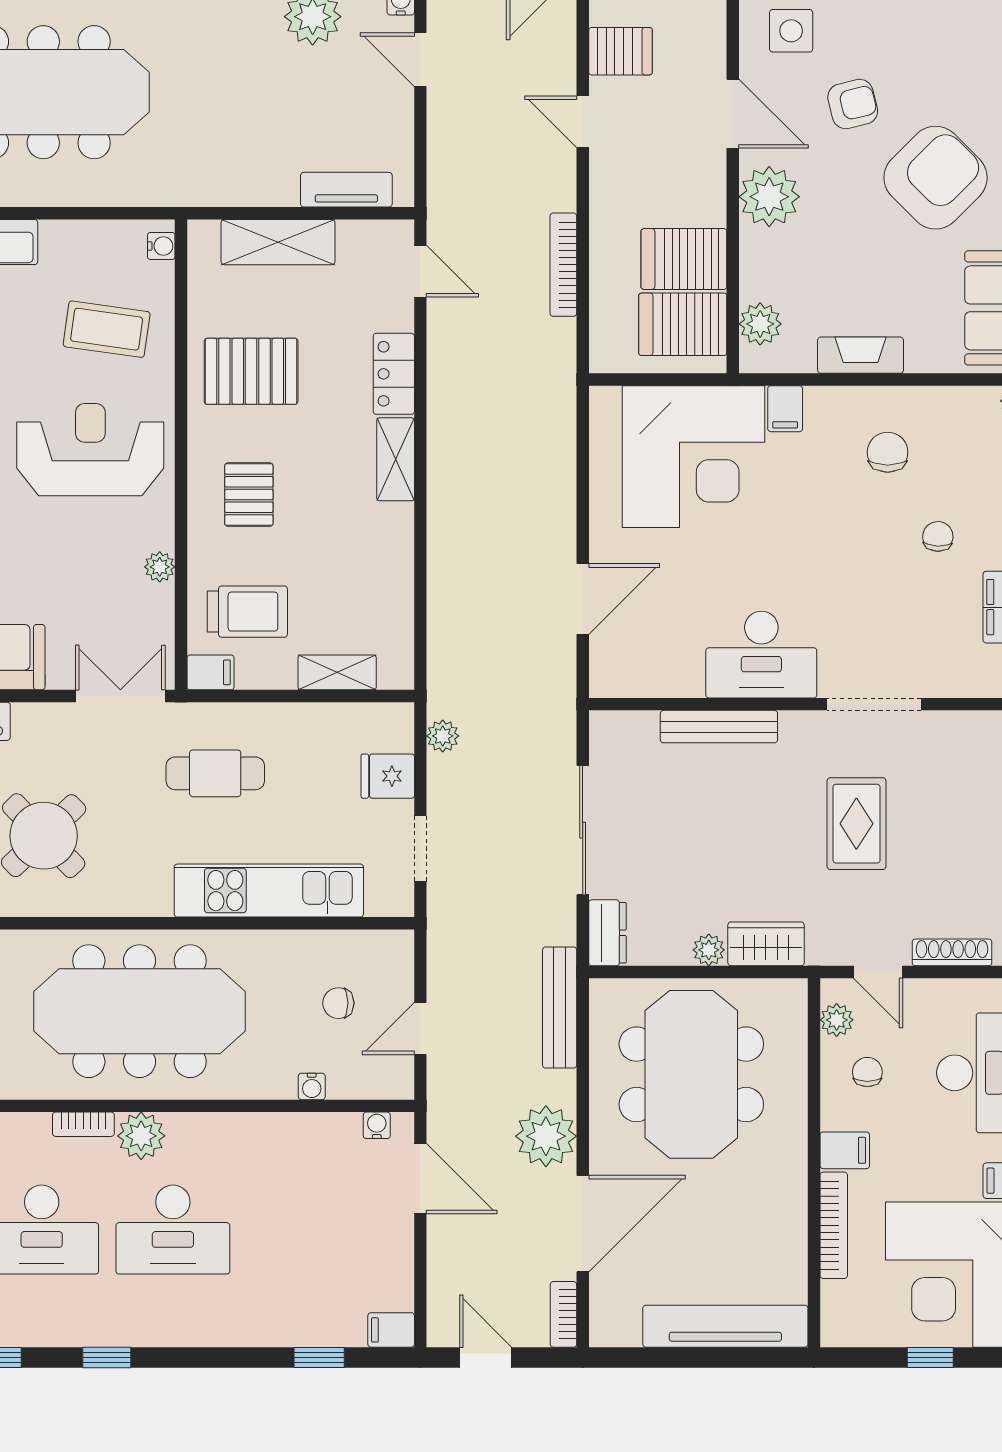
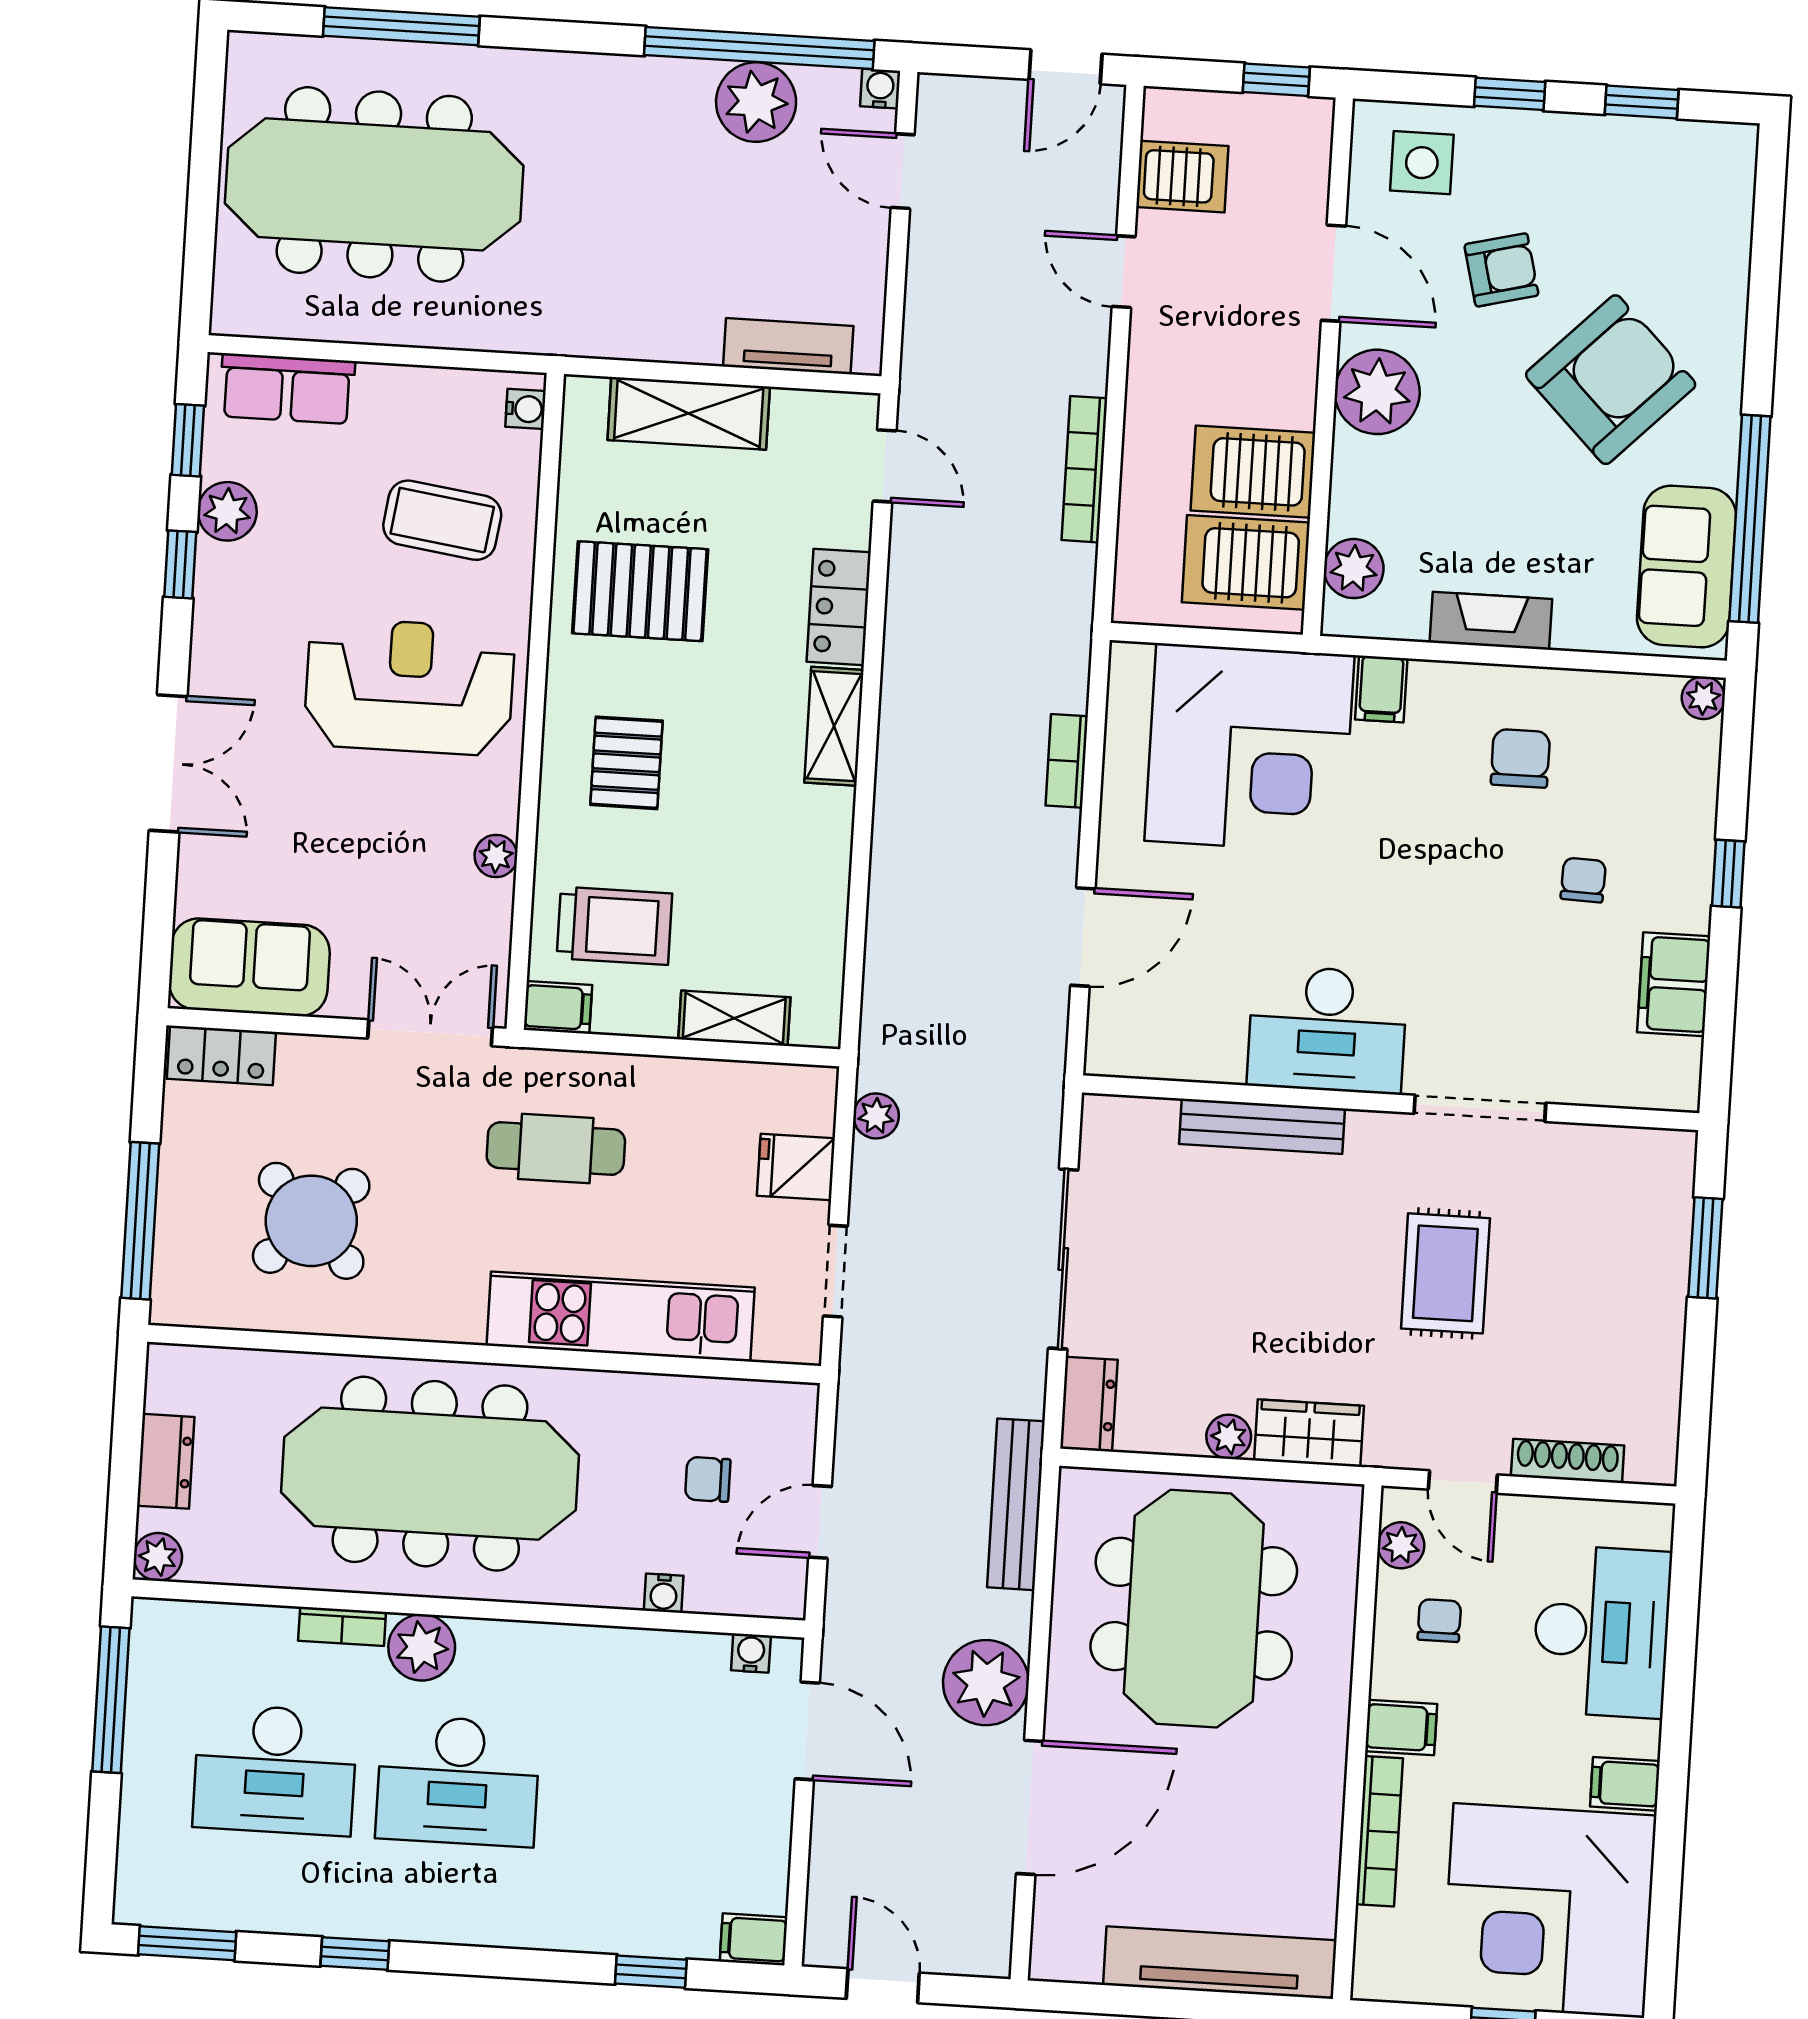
bookcase: (563, 1314) -> (1067, 761), moved

